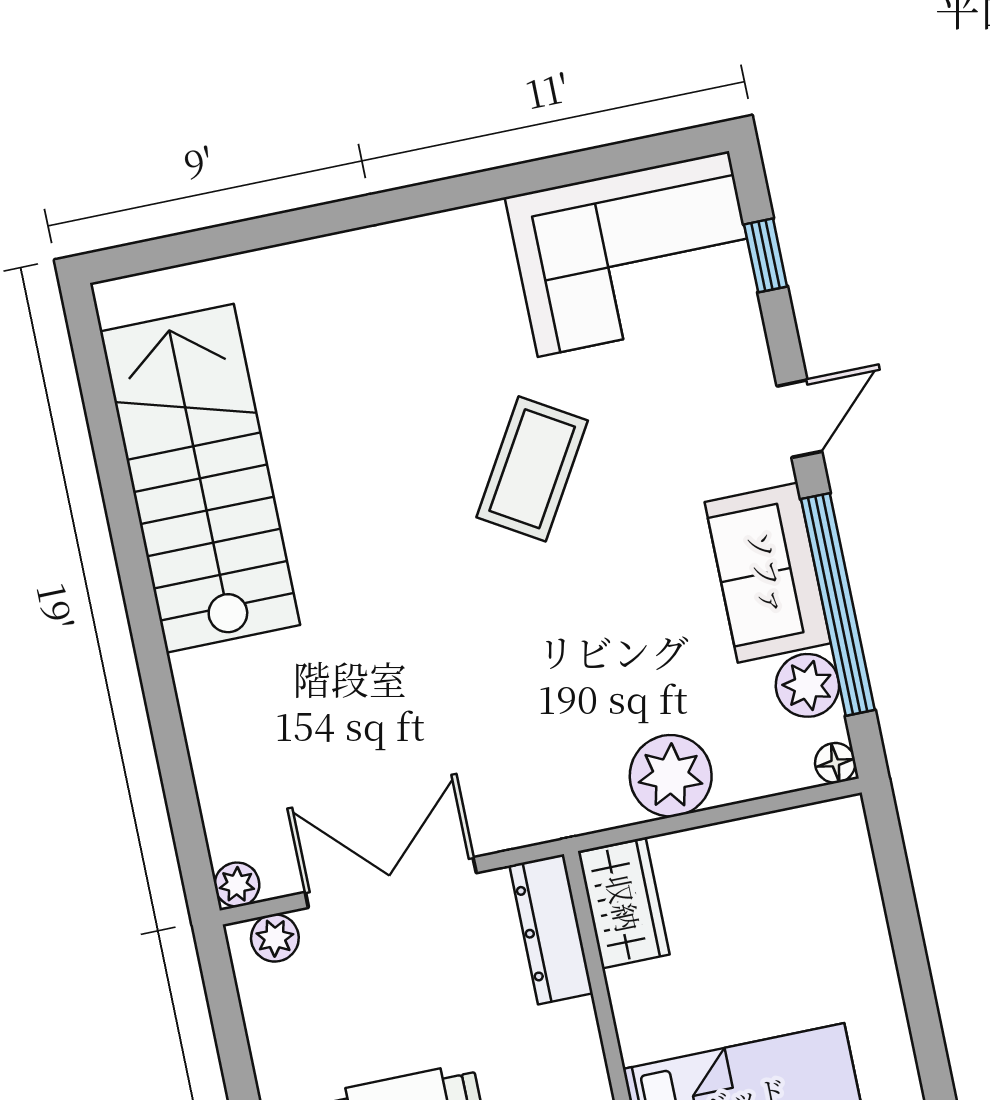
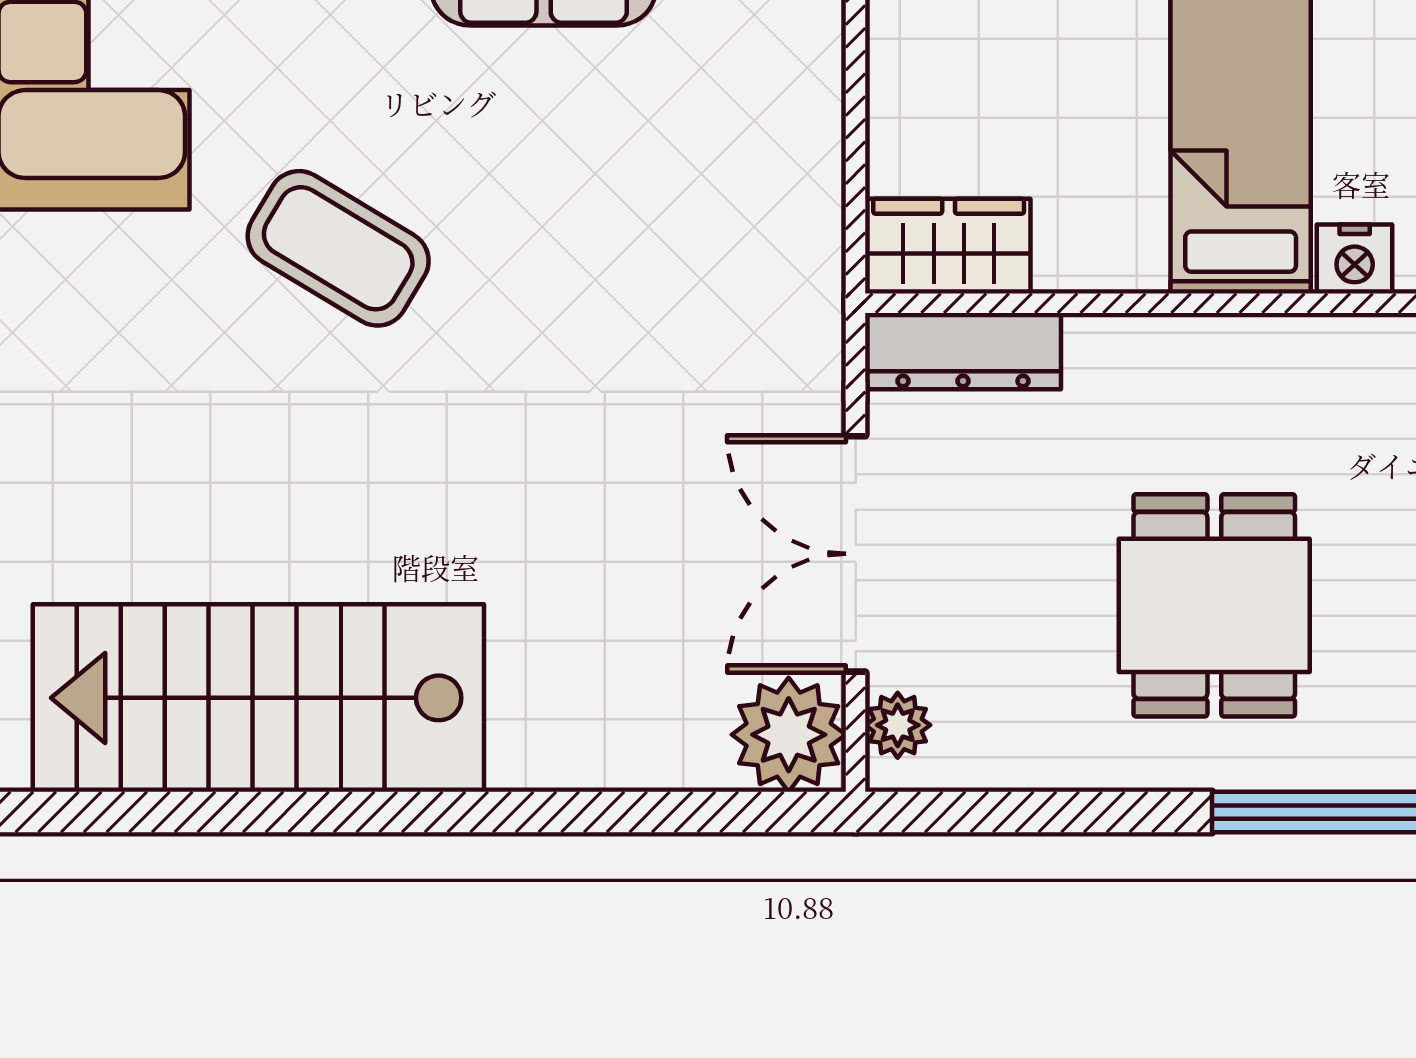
plant: (671, 776) -> (790, 147), removed
plant: (237, 885) -> (789, 735), width x1.87, depth x1.87

